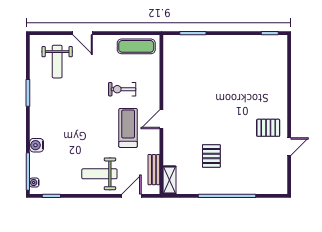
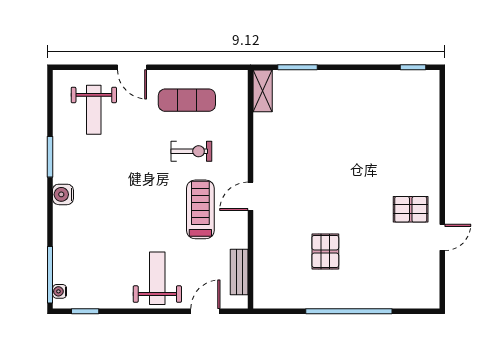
exercise mat: (136, 46) -> (187, 100), moved
exercise bike: (122, 89) -> (191, 151), turned 180
water cooler: (37, 145) -> (63, 194), moved
weight bench: (99, 174) -> (157, 278), turned 90
shelving: (170, 180) -> (263, 91), moved

